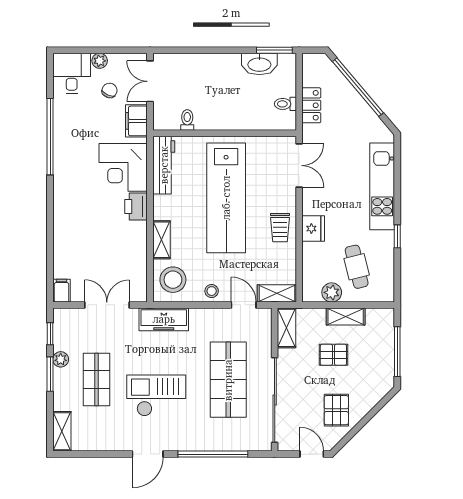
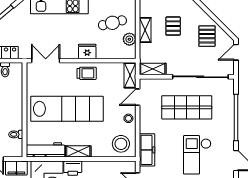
shelving: (162, 240) -> (78, 151), moved
pallet: (333, 355) -> (173, 26), moved
pallet: (336, 410) -> (207, 36), turned 90

